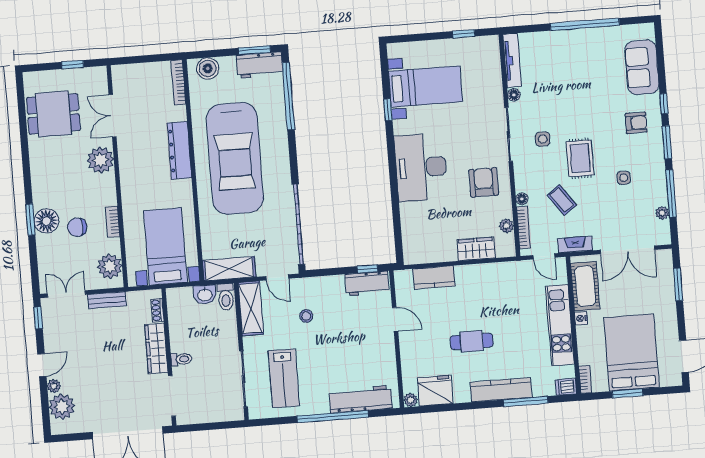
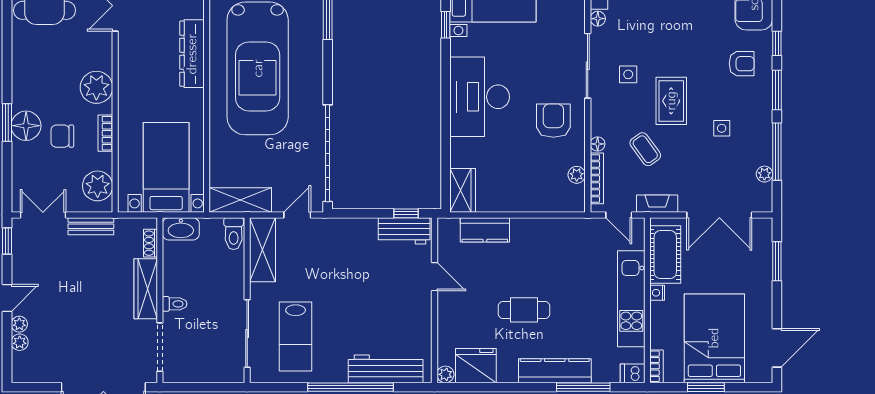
plant: (100, 160) -> (96, 87), moved
wardrobe: (476, 249) -> (463, 190), moved, turned 90
door: (277, 277) -> (297, 215), swing flipped
washbasin: (205, 295) -> (181, 229), moved, width x1.38
stool: (306, 316) -> (328, 264), removed
plant: (62, 407) -> (20, 342), width x0.53, depth x0.53

